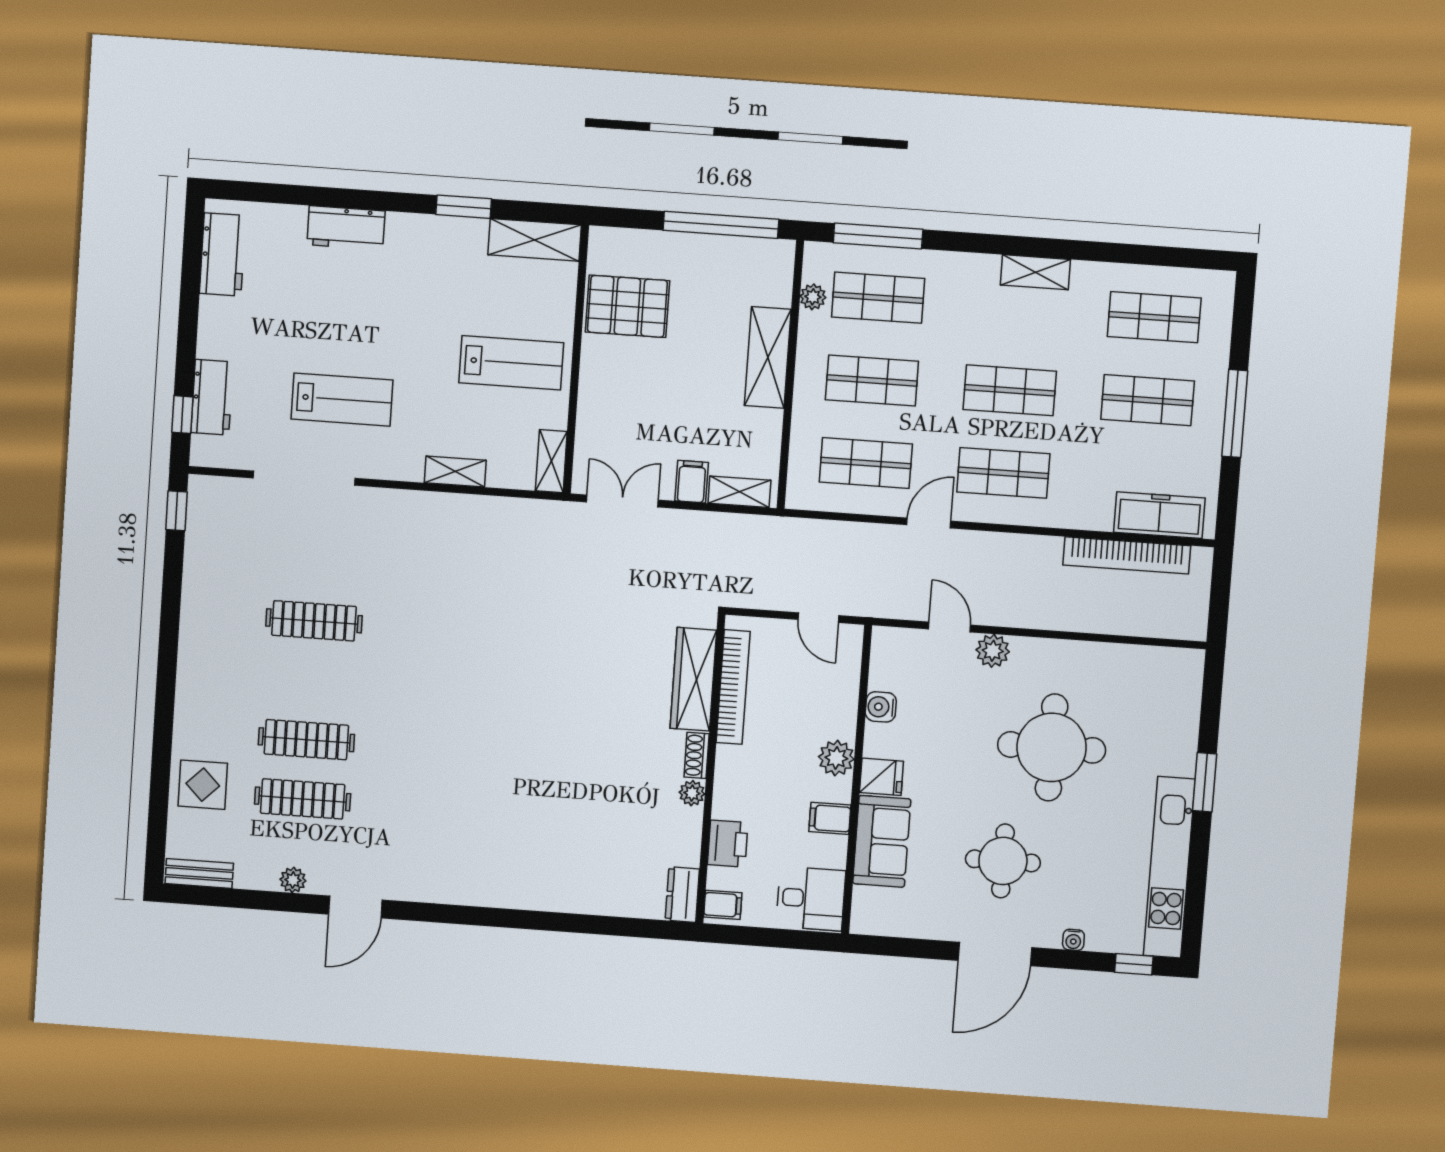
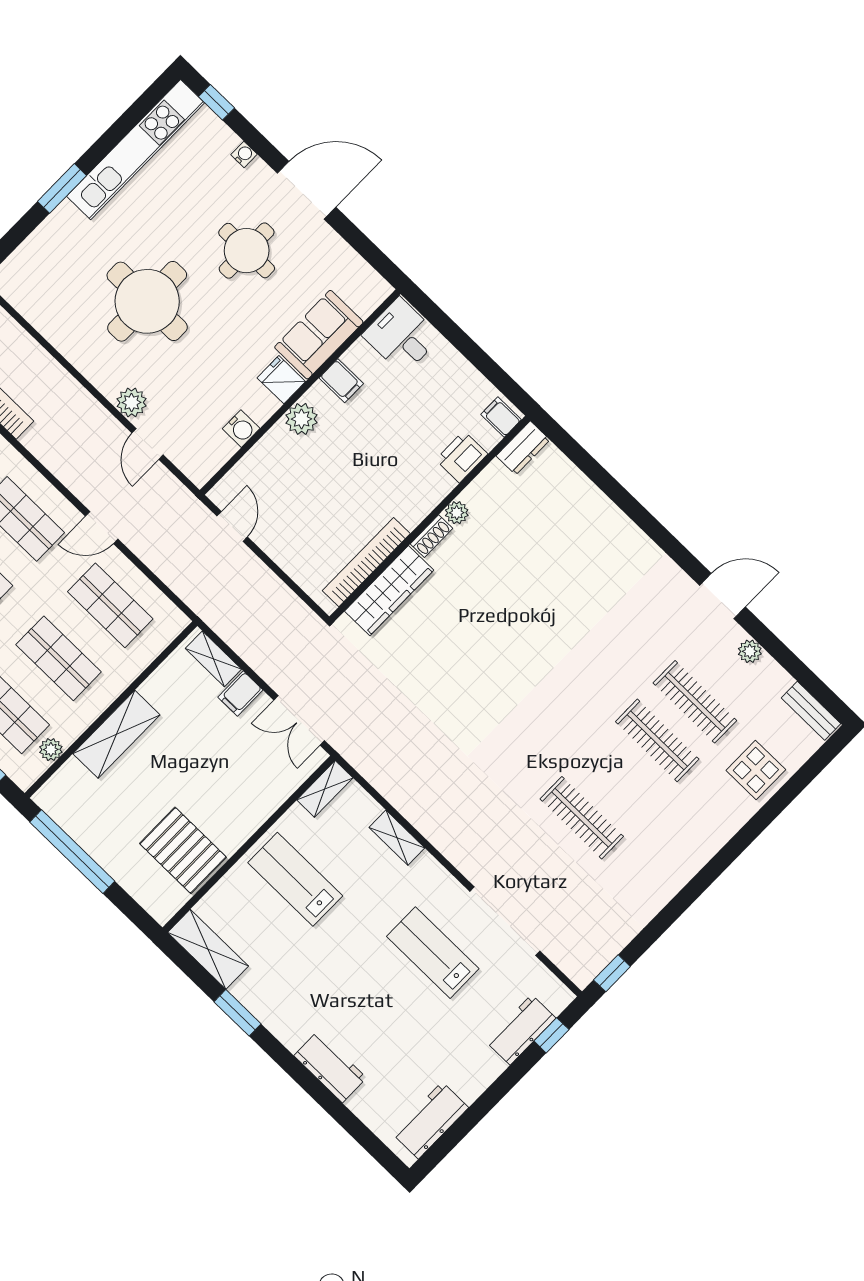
wardrobe: (693, 679) -> (389, 591), moved
bookcase: (733, 687) -> (366, 562), moved
shoe rack: (697, 755) -> (431, 536), moved
wall: (710, 769) -> (430, 519), moved
plant: (692, 793) -> (457, 513), moved
printer: (728, 844) -> (462, 457), moved
dresser: (682, 895) -> (523, 448), moved
filing cabinet: (723, 905) -> (501, 417), moved

